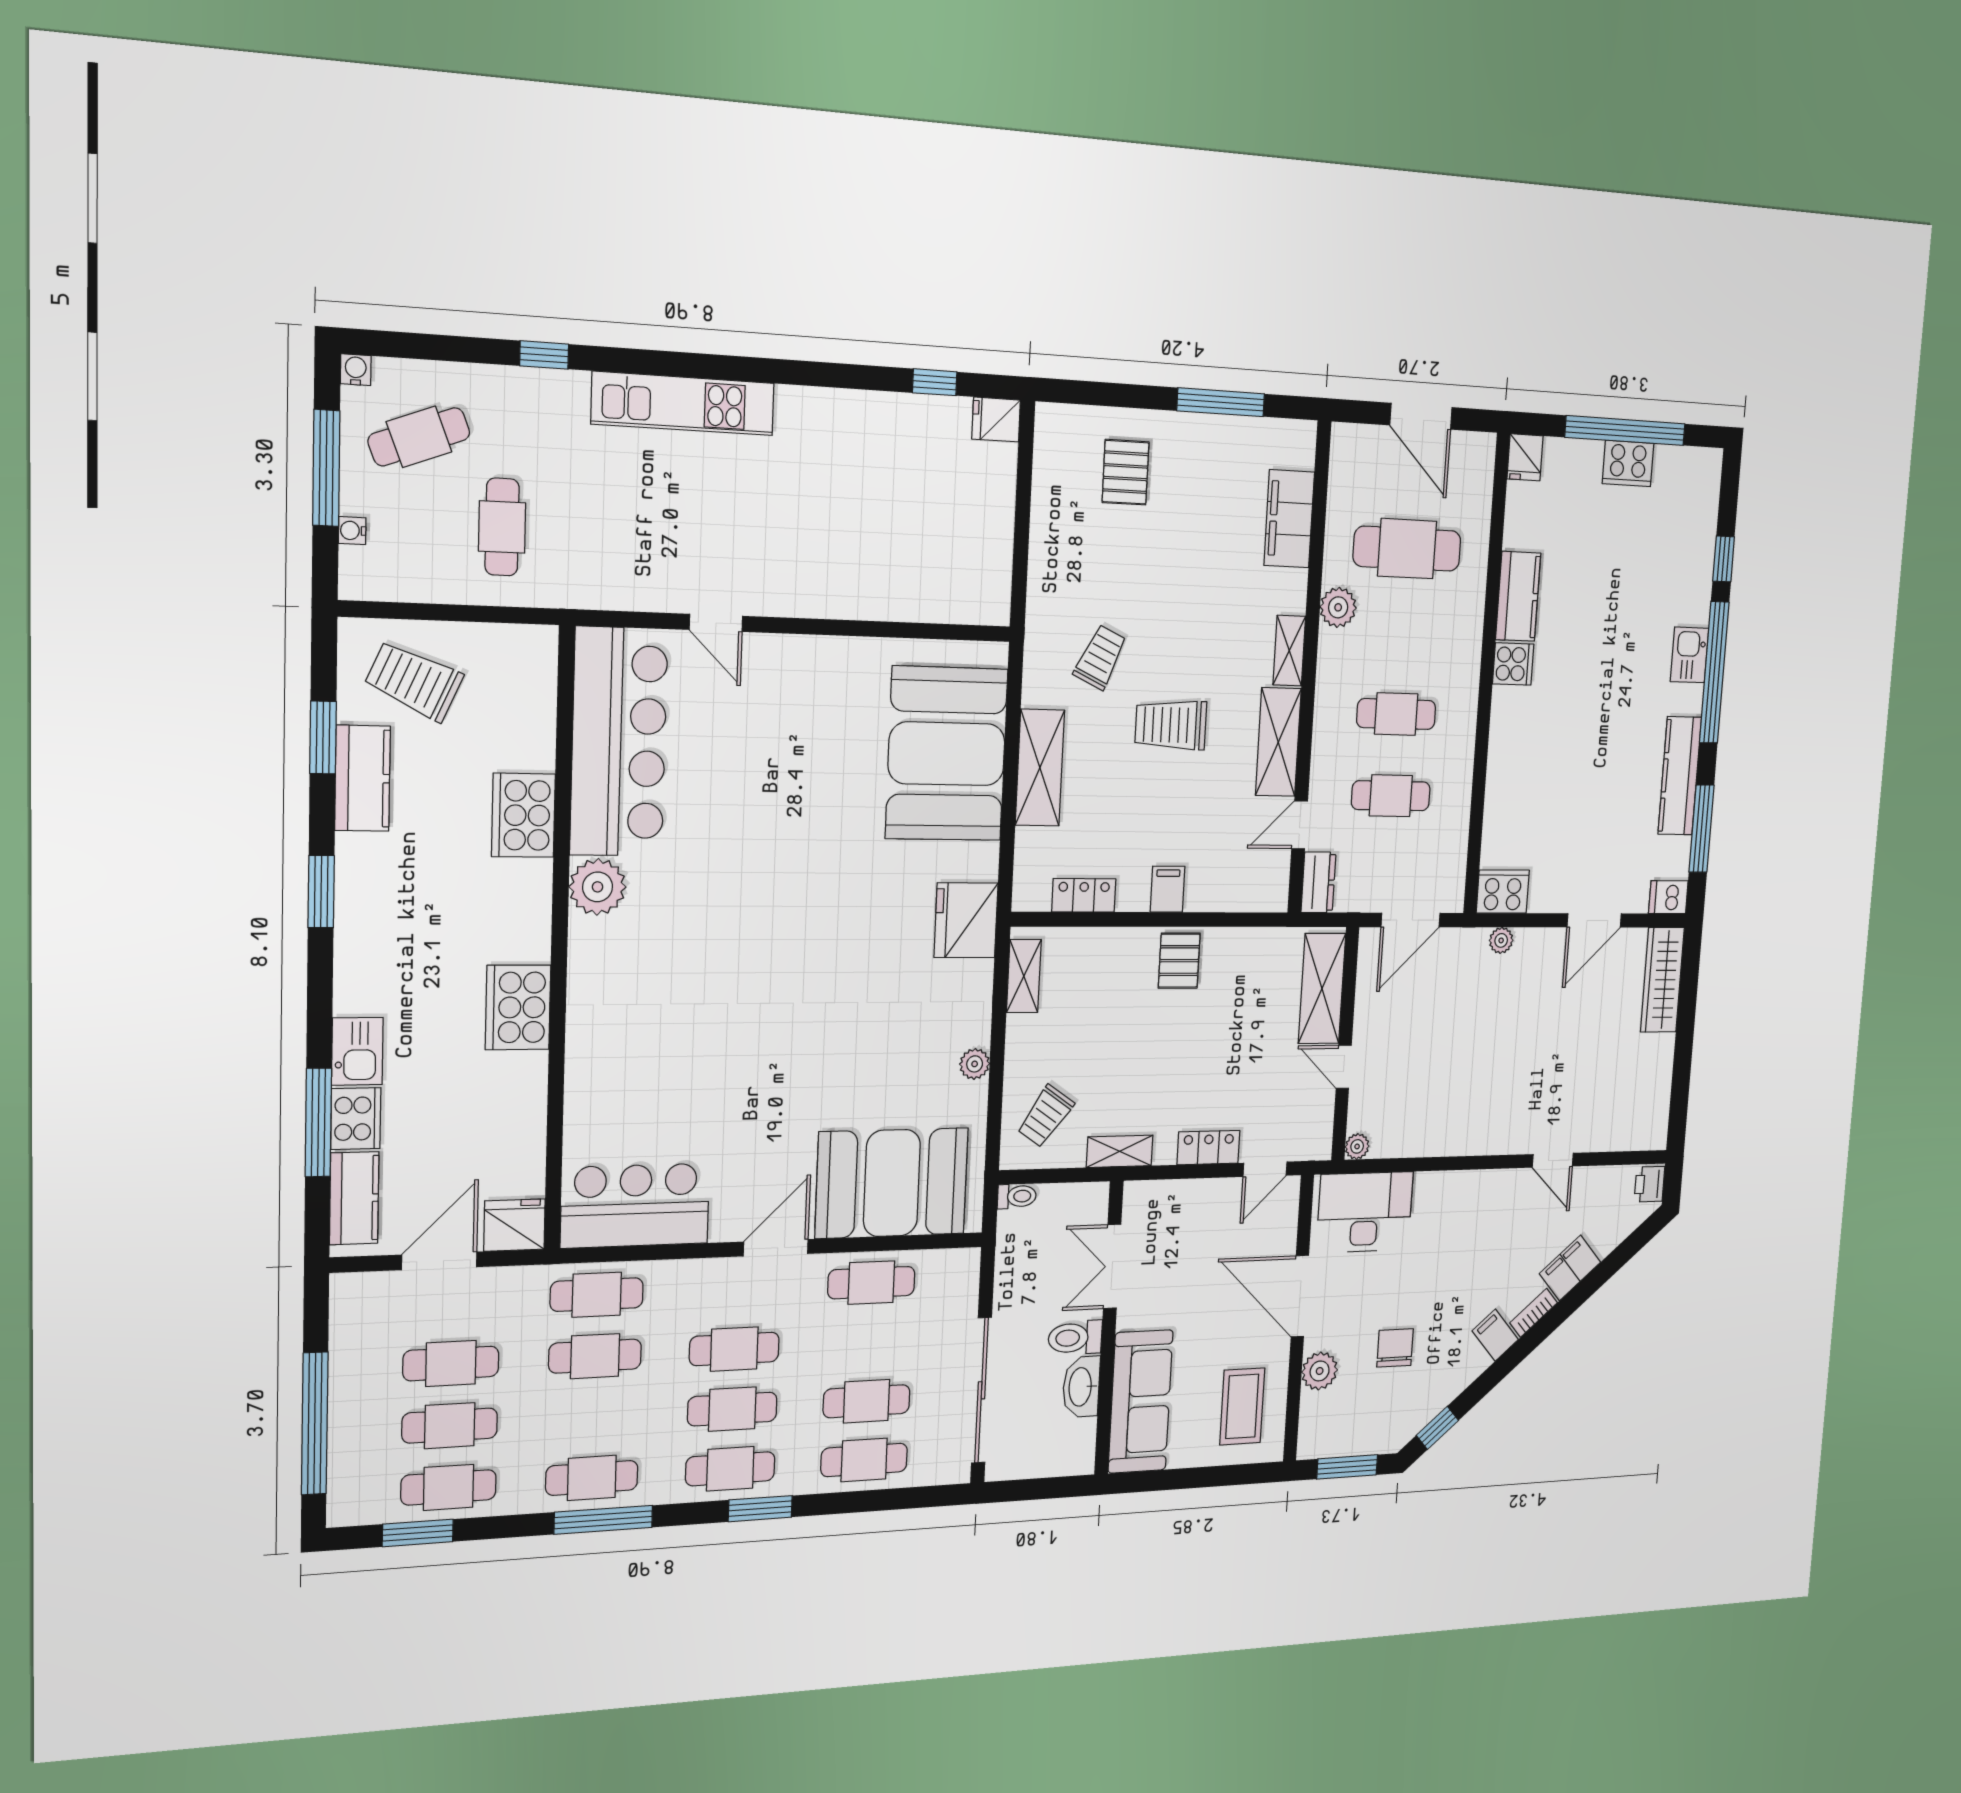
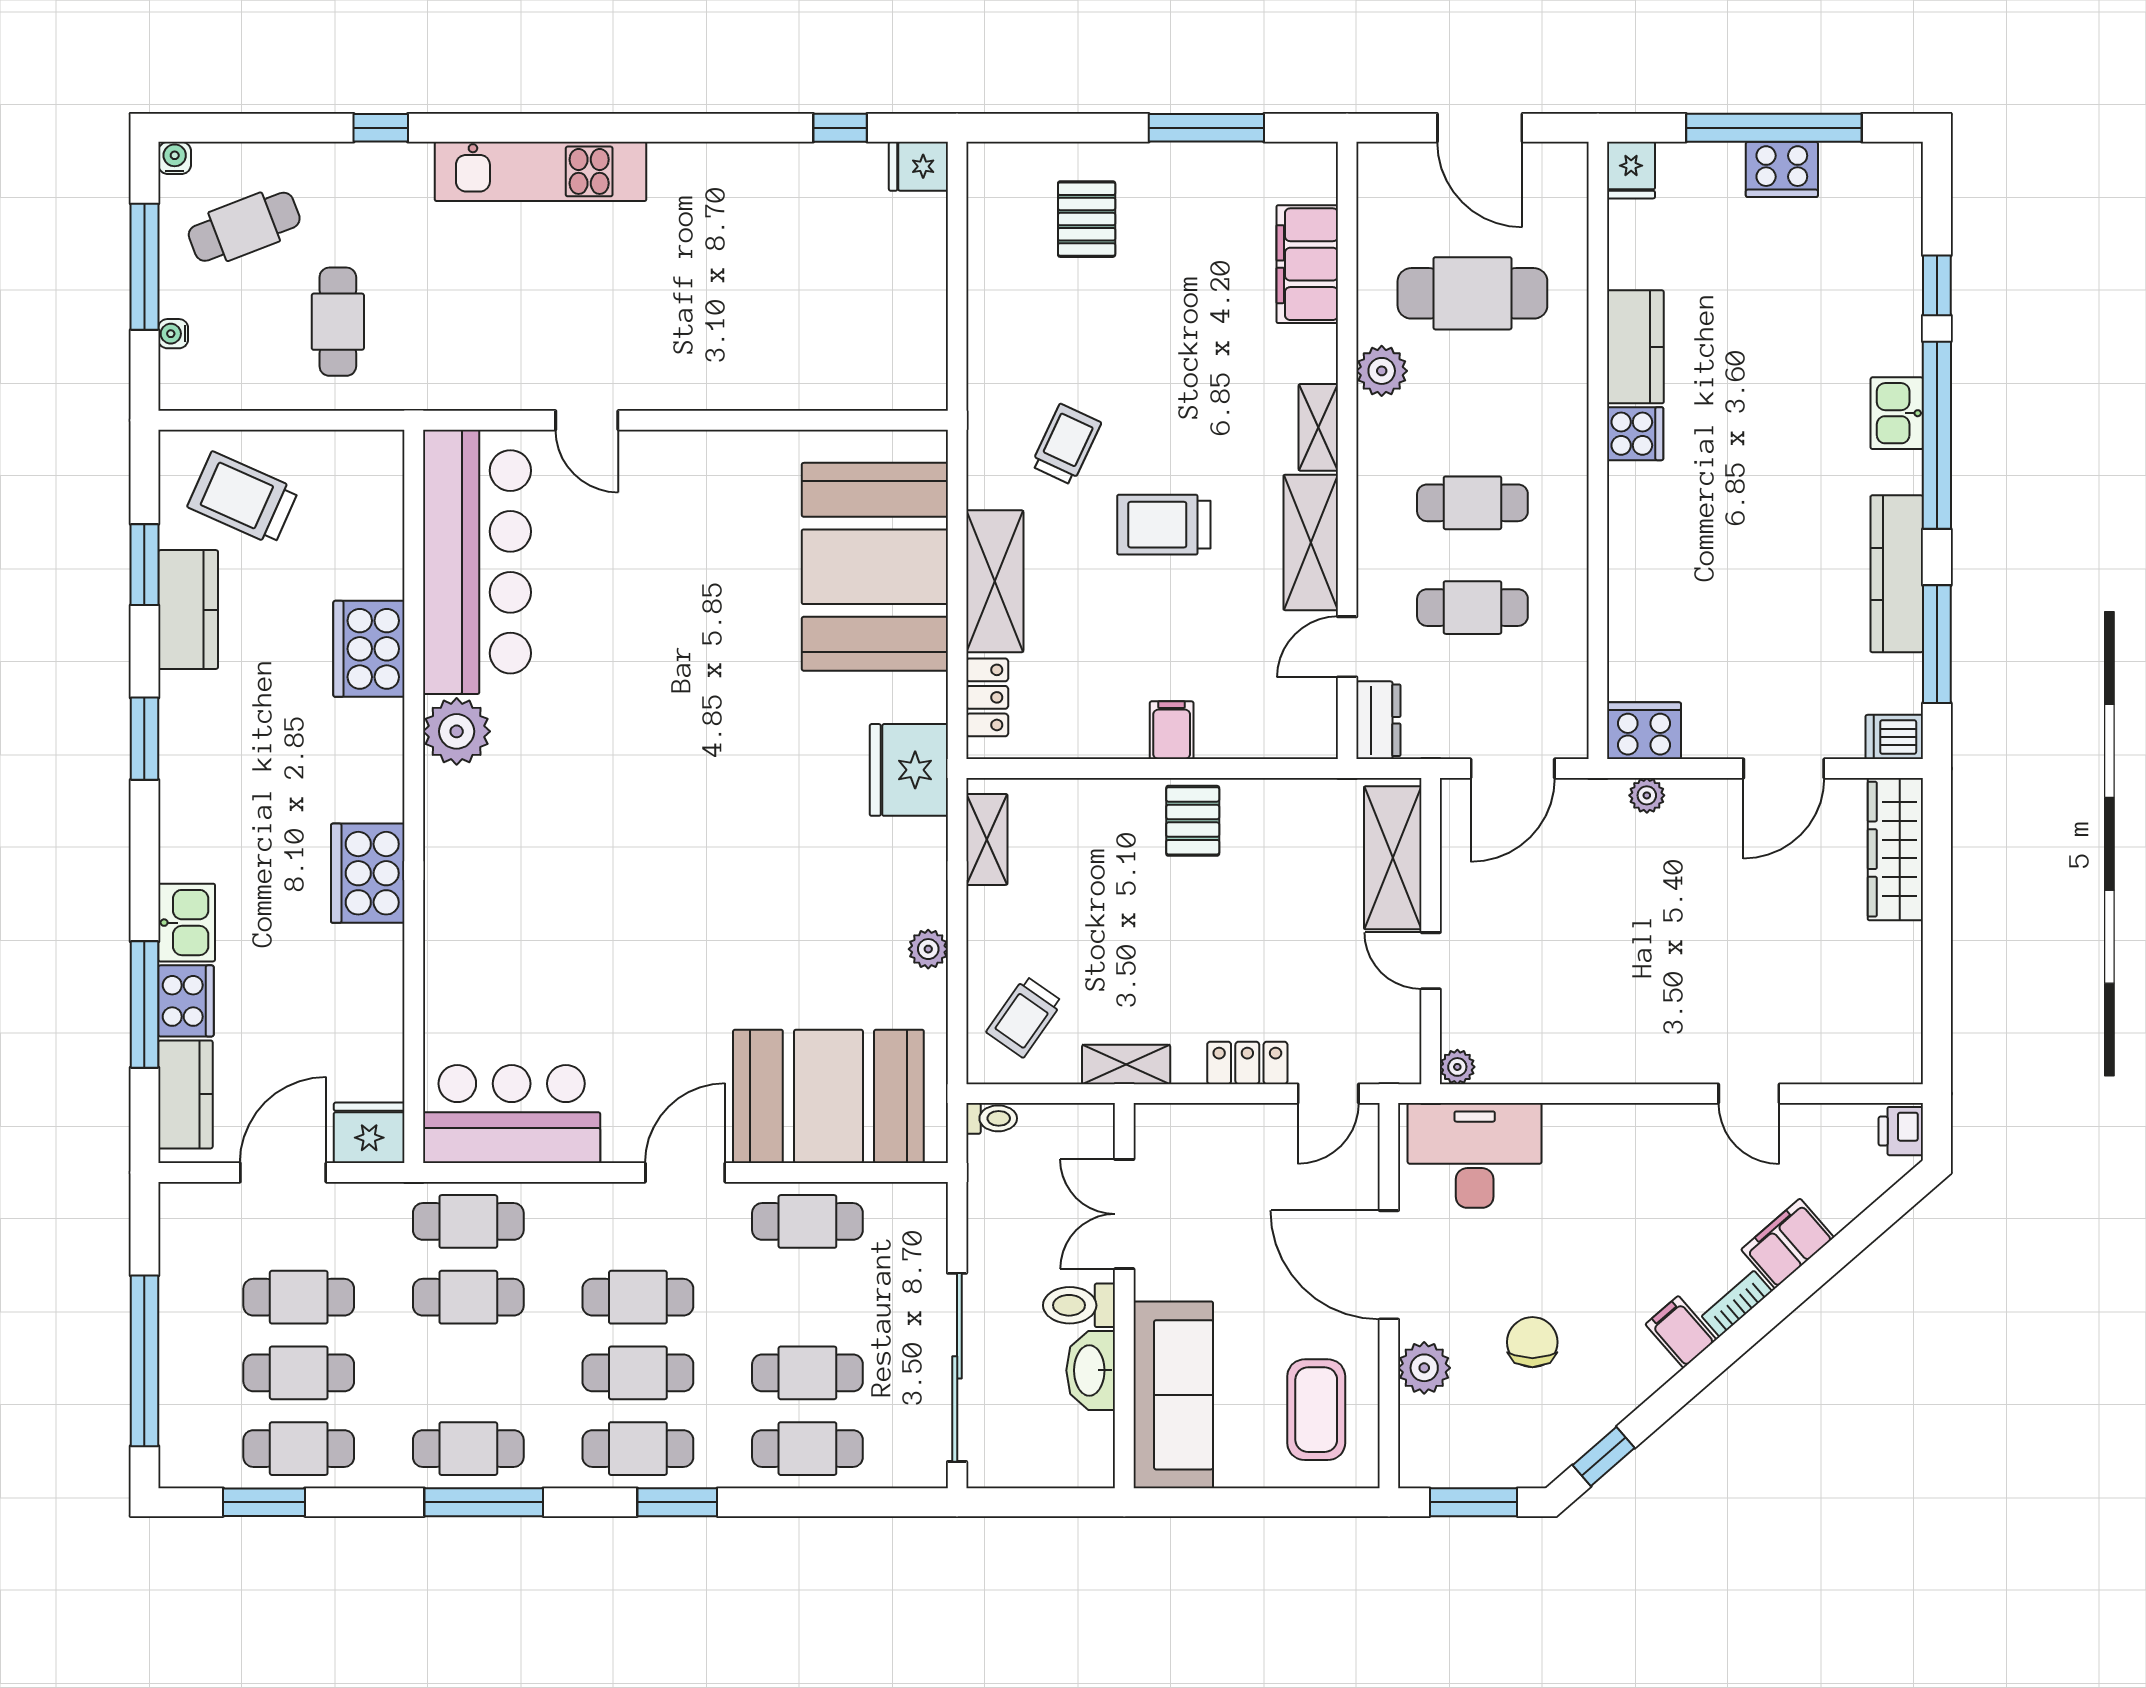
locker: (1084, 895) -> (987, 697), moved, turned 90

